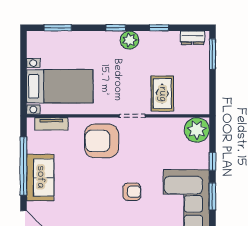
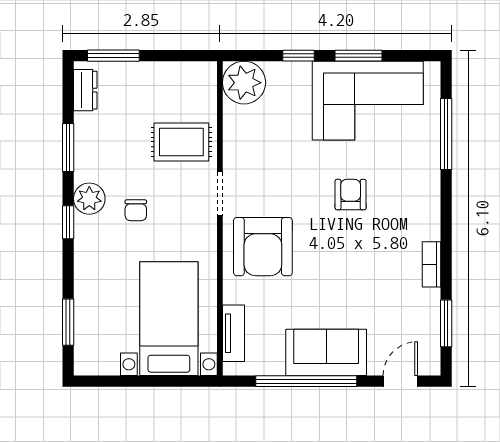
window: (159, 28) -> (68, 147), width x1.50
chair: (123, 67) -> (136, 210), added

